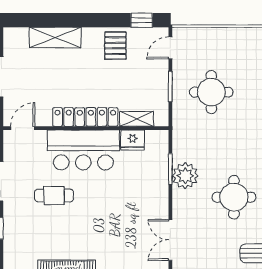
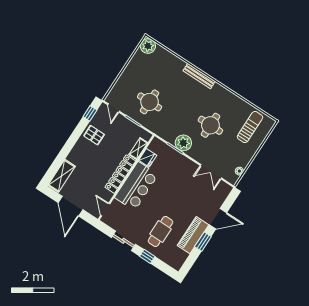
shelving: (55, 37) -> (62, 176), moved
cafe table: (54, 196) -> (161, 231), moved, width x1.37, depth x1.35

